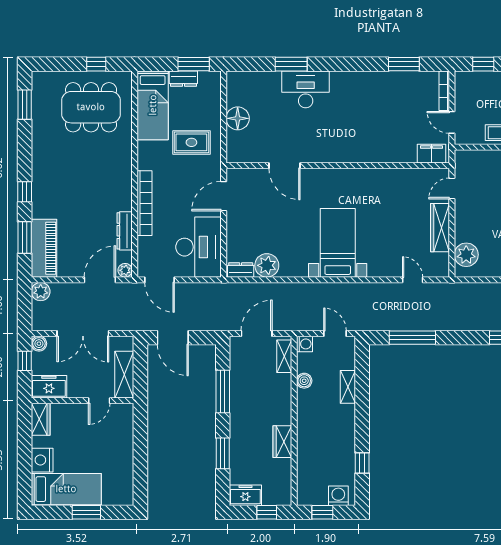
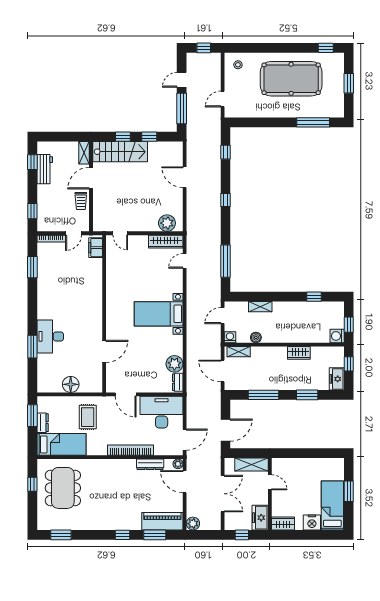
wardrobe: (440, 228) -> (166, 242), moved
boiler: (39, 344) -> (230, 525), removed
washing machine: (338, 496) -> (337, 336), moved

